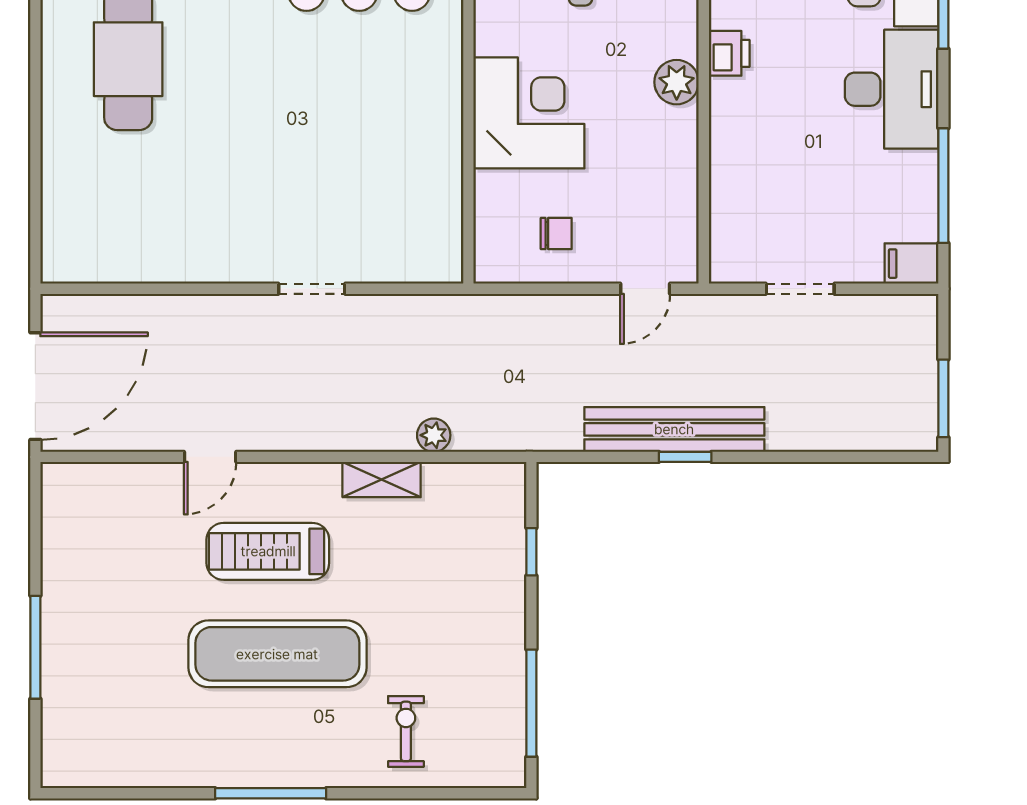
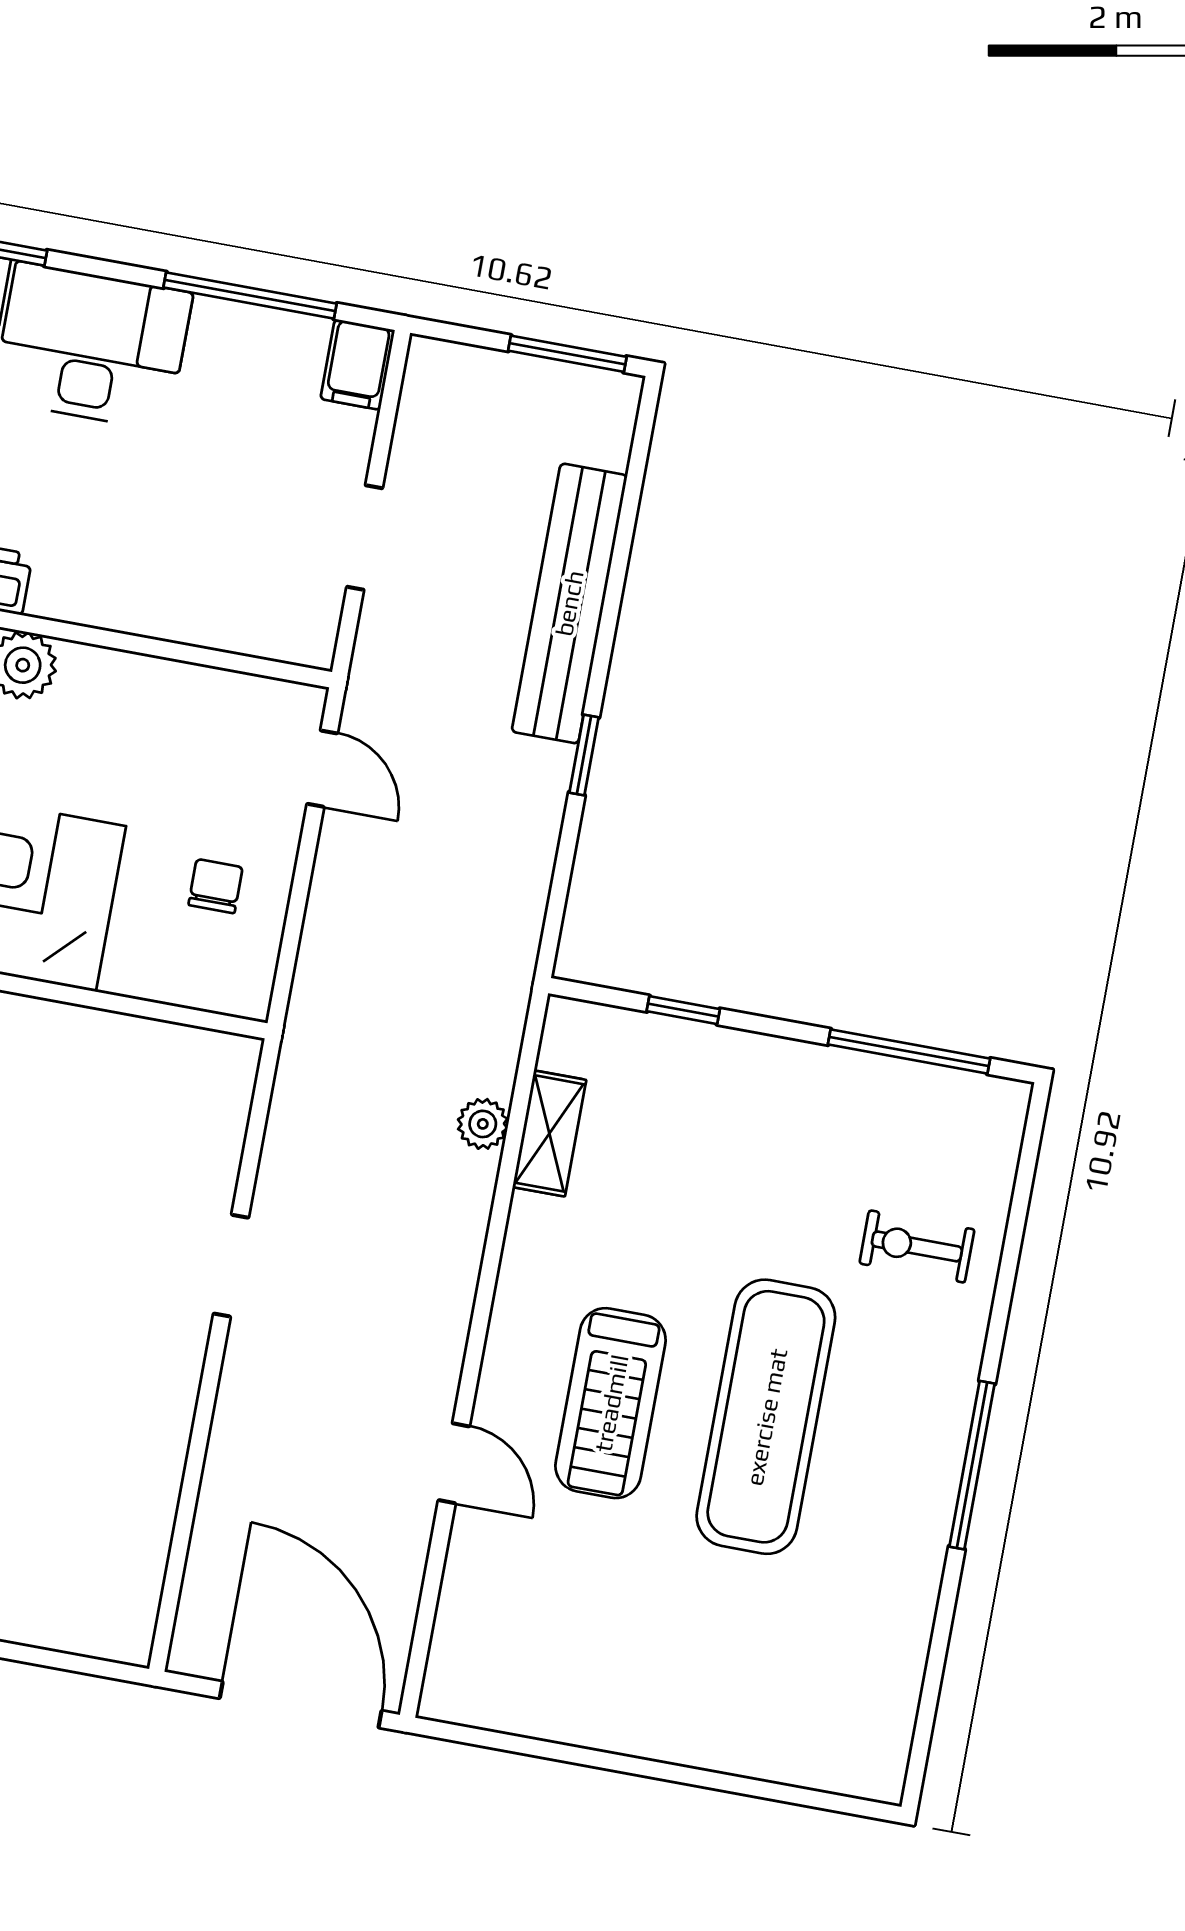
bench: (674, 429) -> (569, 603), moved
shelving: (382, 480) -> (549, 1133), moved
window: (35, 647) -> (690, 1776), removed

